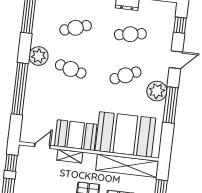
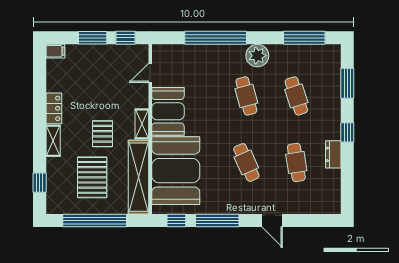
window: (180, 25) -> (176, 221), moved
cafe table: (71, 69) -> (246, 96), turned -30
plant: (157, 91) -> (232, 202), removed
door: (42, 146) -> (150, 73), swing flipped
shelving: (70, 156) -> (142, 124), moved

